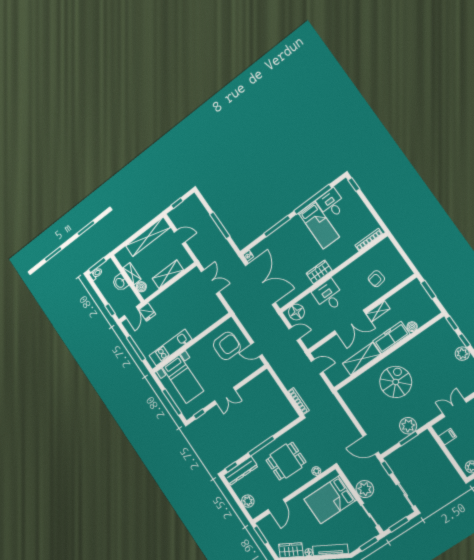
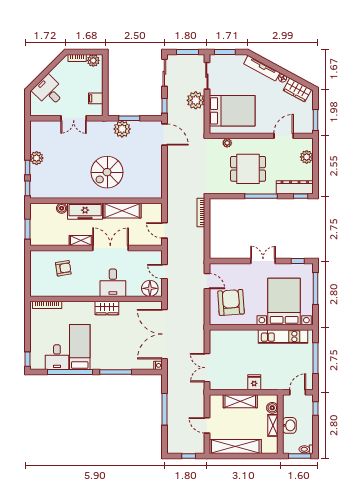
fridge: (147, 312) -> (254, 382), moved
armchair: (227, 346) -> (231, 302), turned 86
bed with nightstands: (183, 379) -> (284, 301), width x1.36

